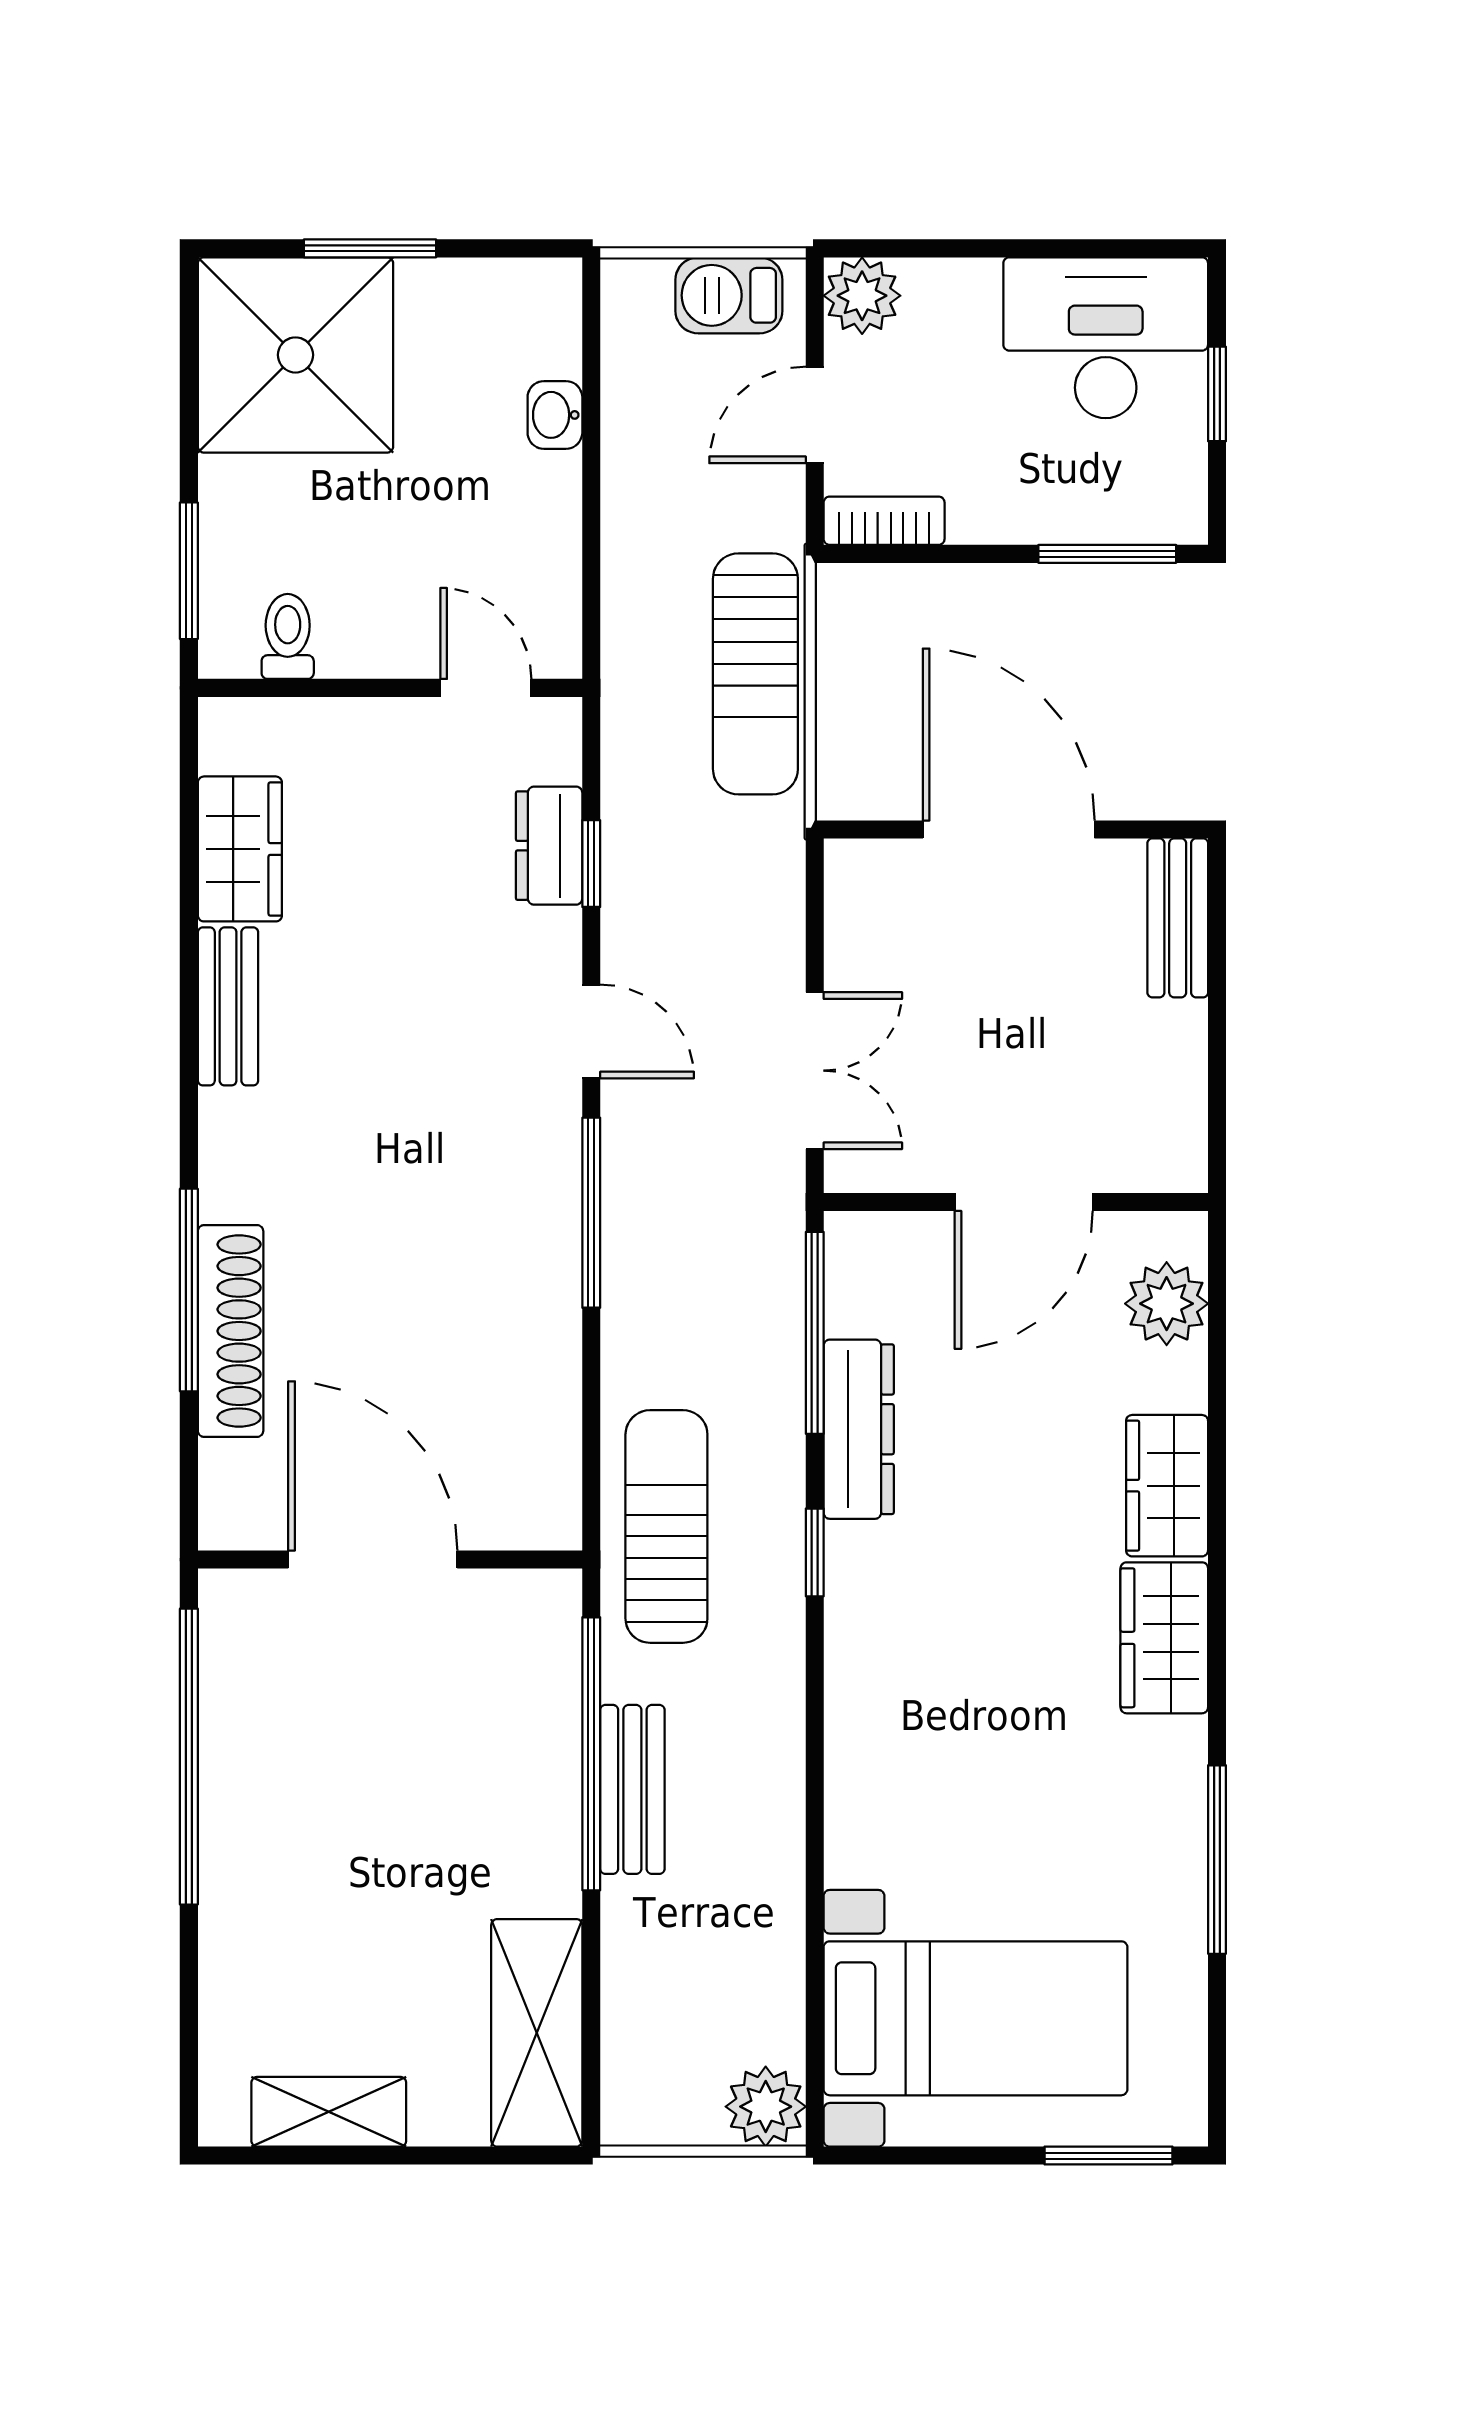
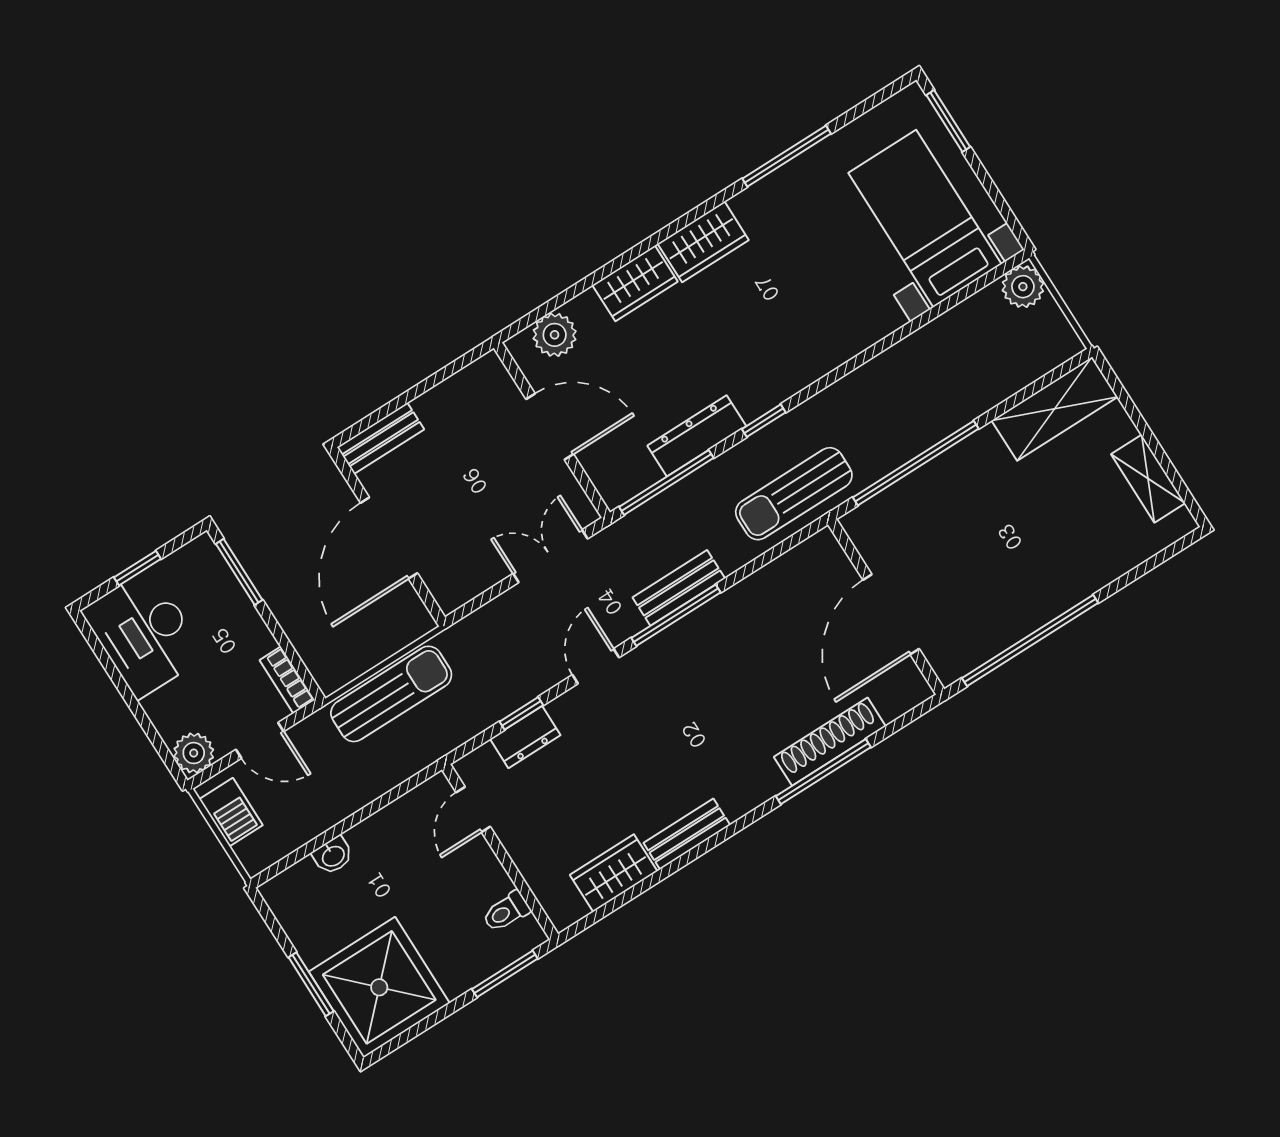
bench: (632, 1789) -> (679, 588), moved

